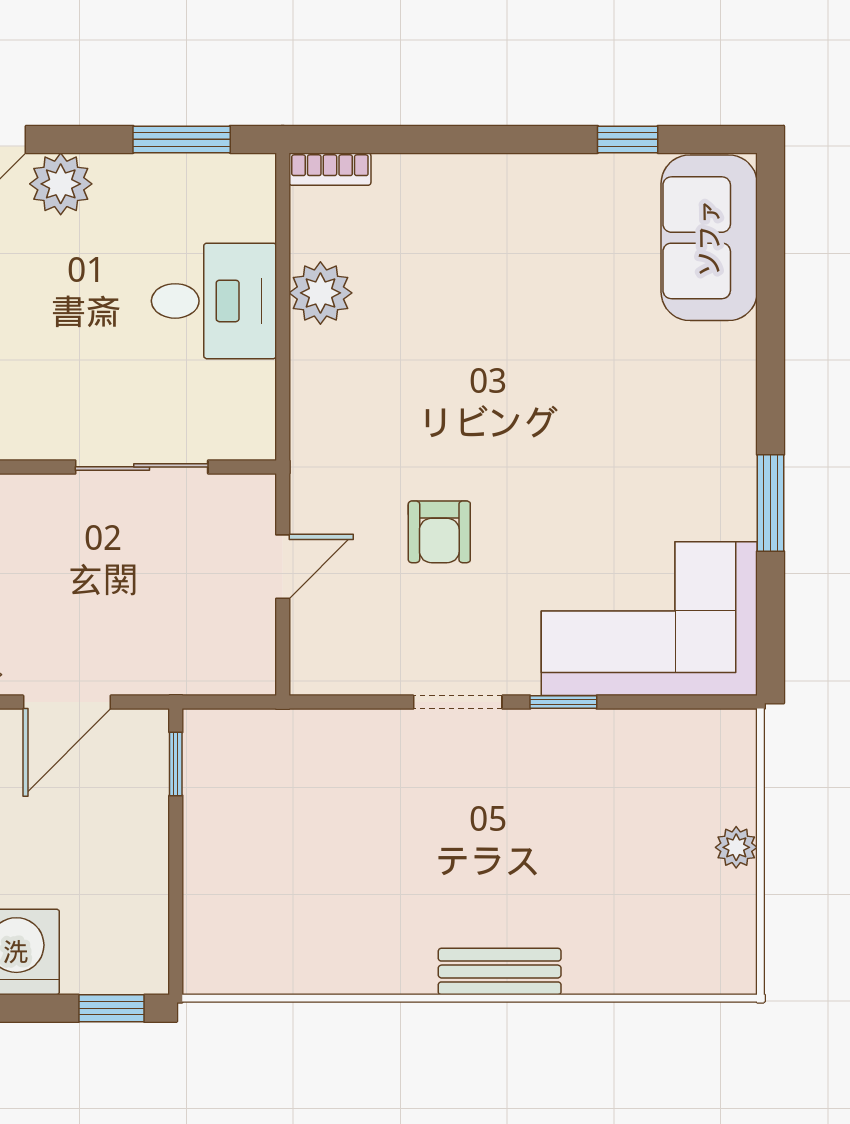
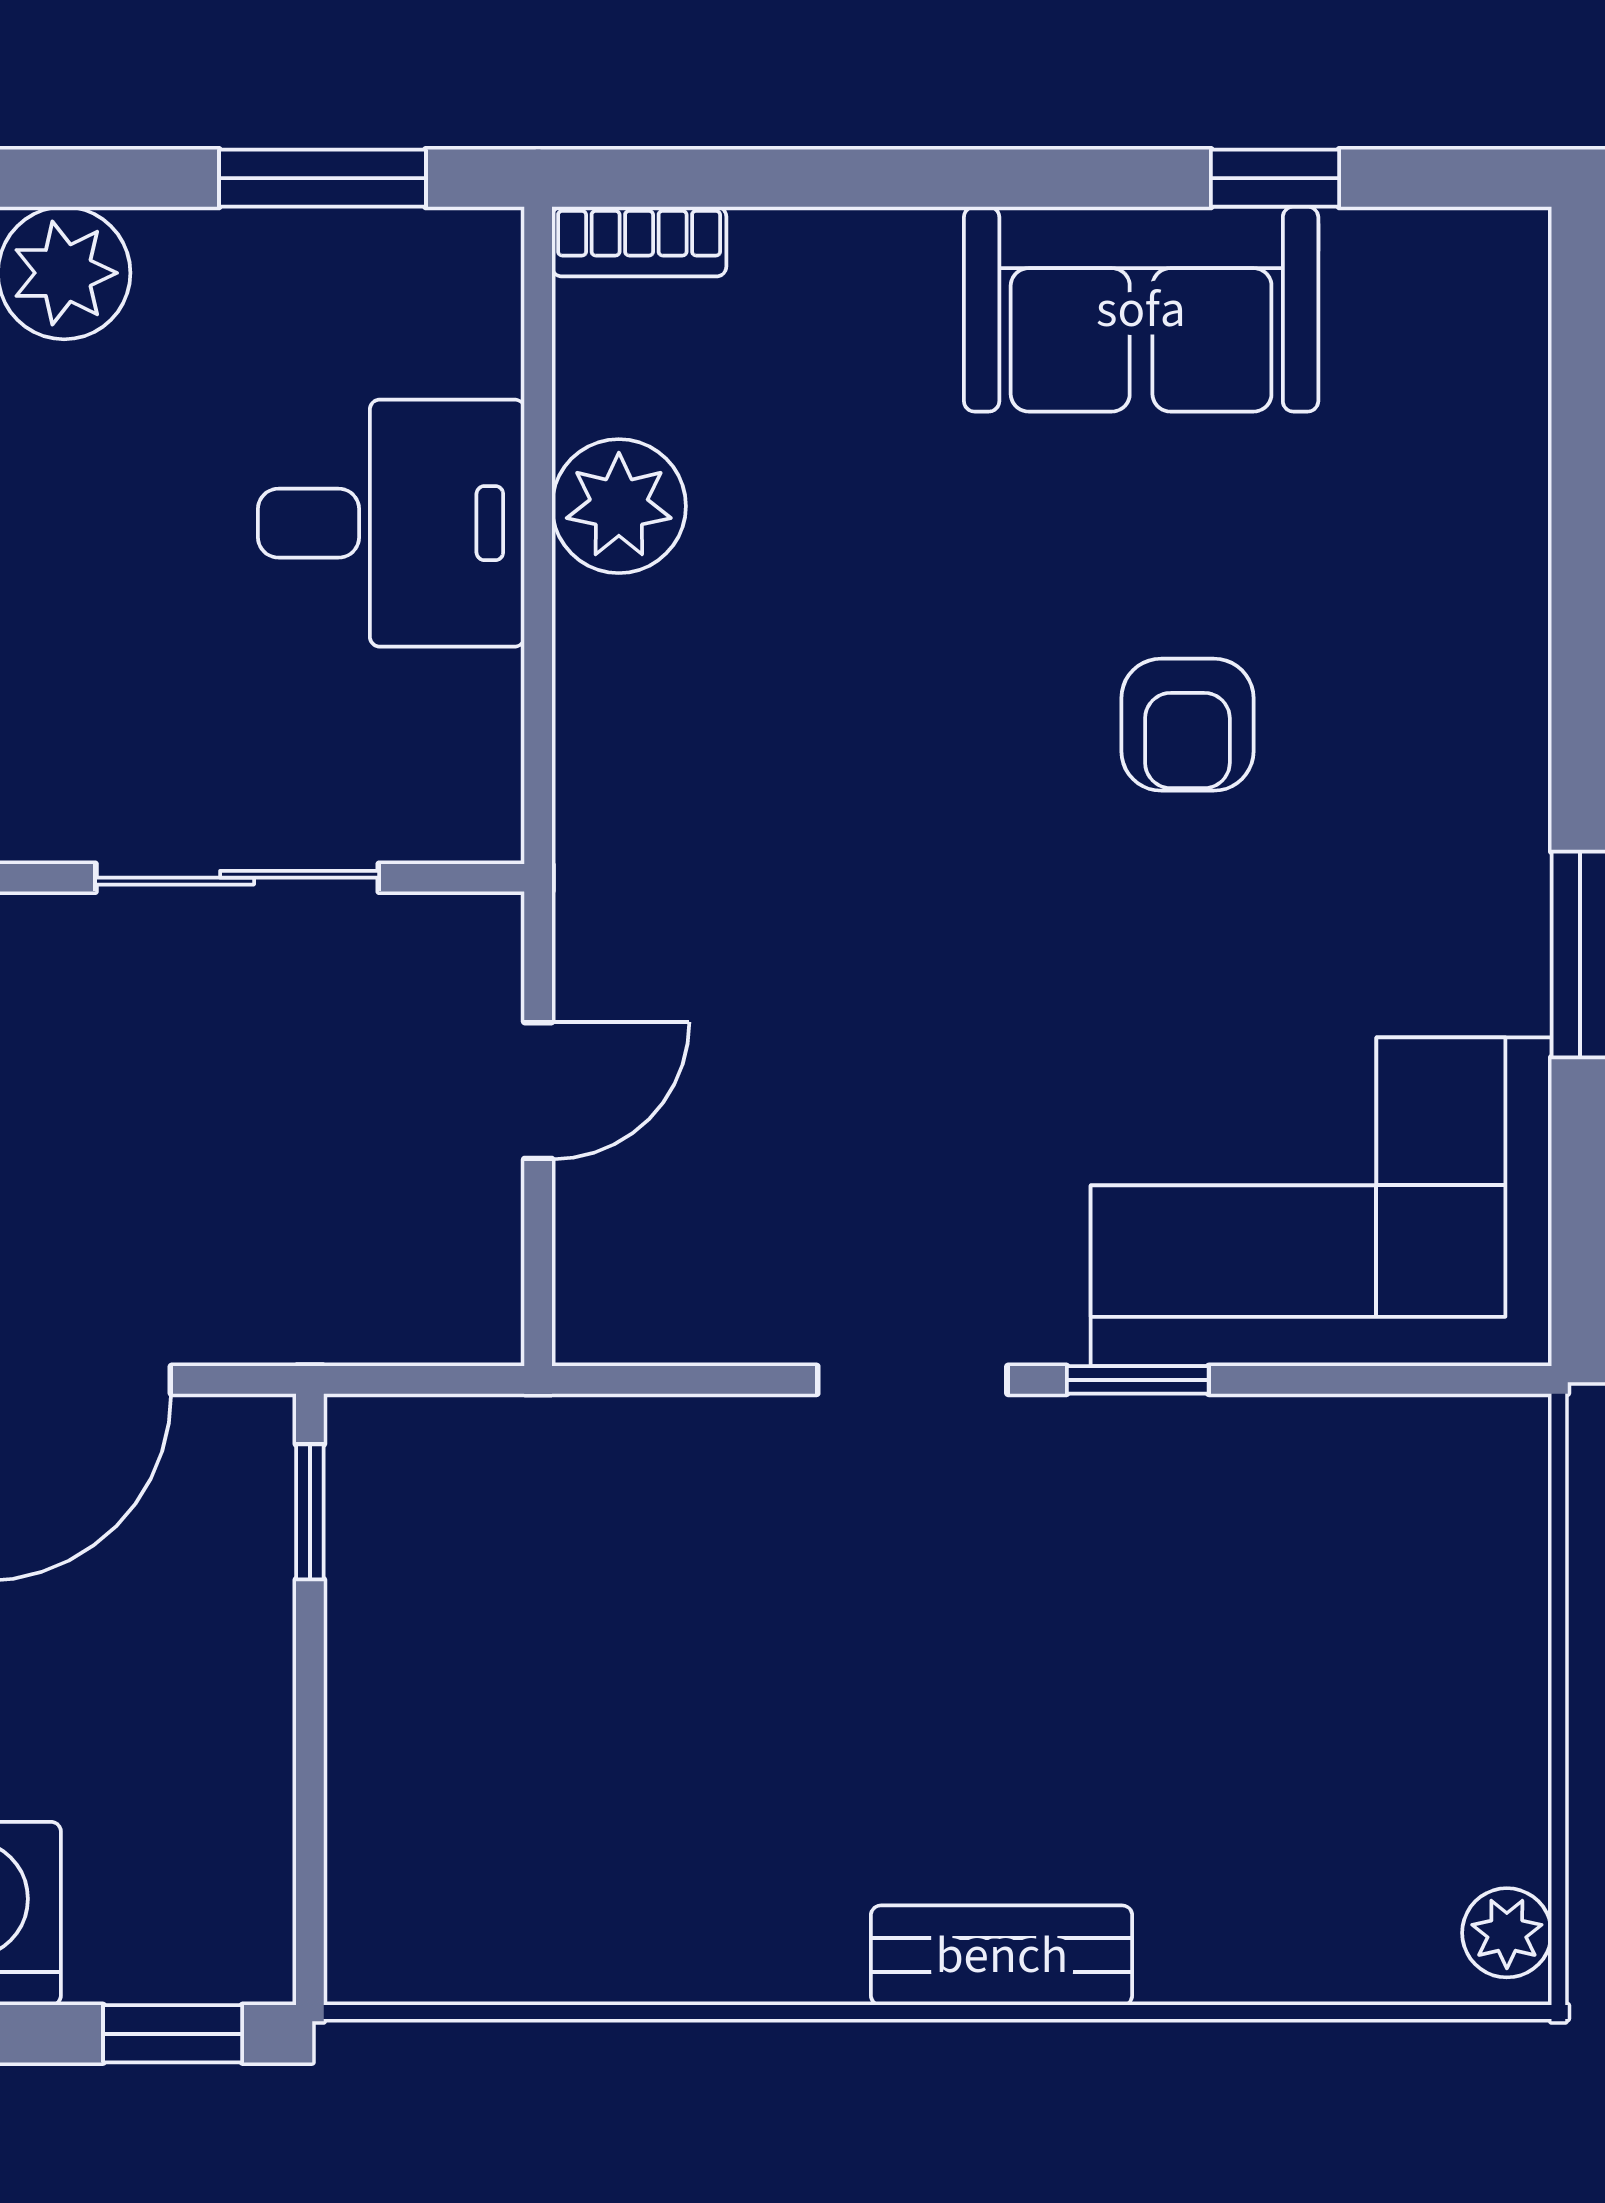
sofa: (709, 238) -> (1141, 309), moved, turned -90
armchair: (439, 532) -> (1187, 725), moved
plant: (736, 847) -> (1507, 1933), moved

